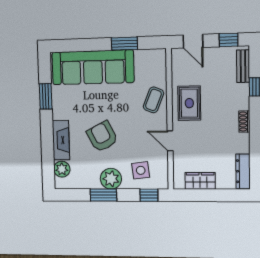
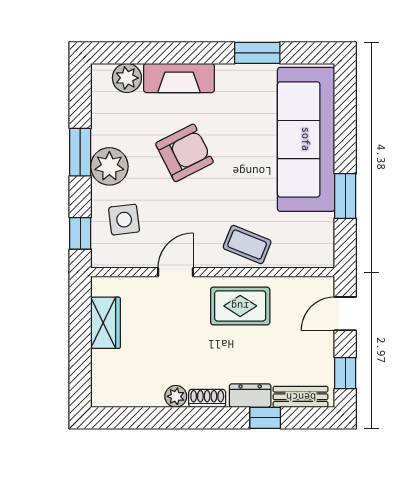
plant: (243, 140) -> (176, 396), added
dresser: (243, 171) -> (250, 396), moved, width x0.70

